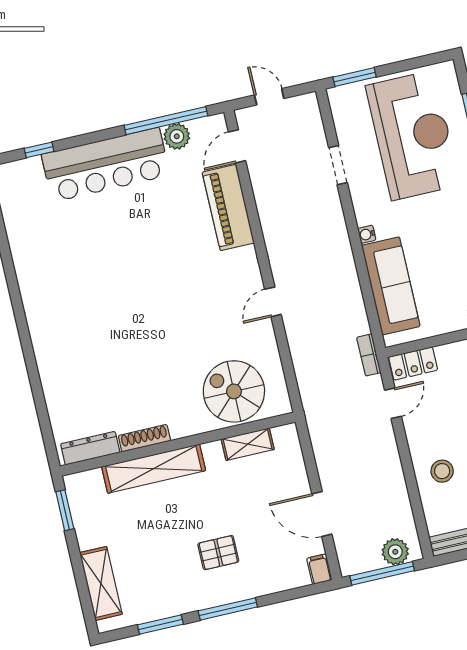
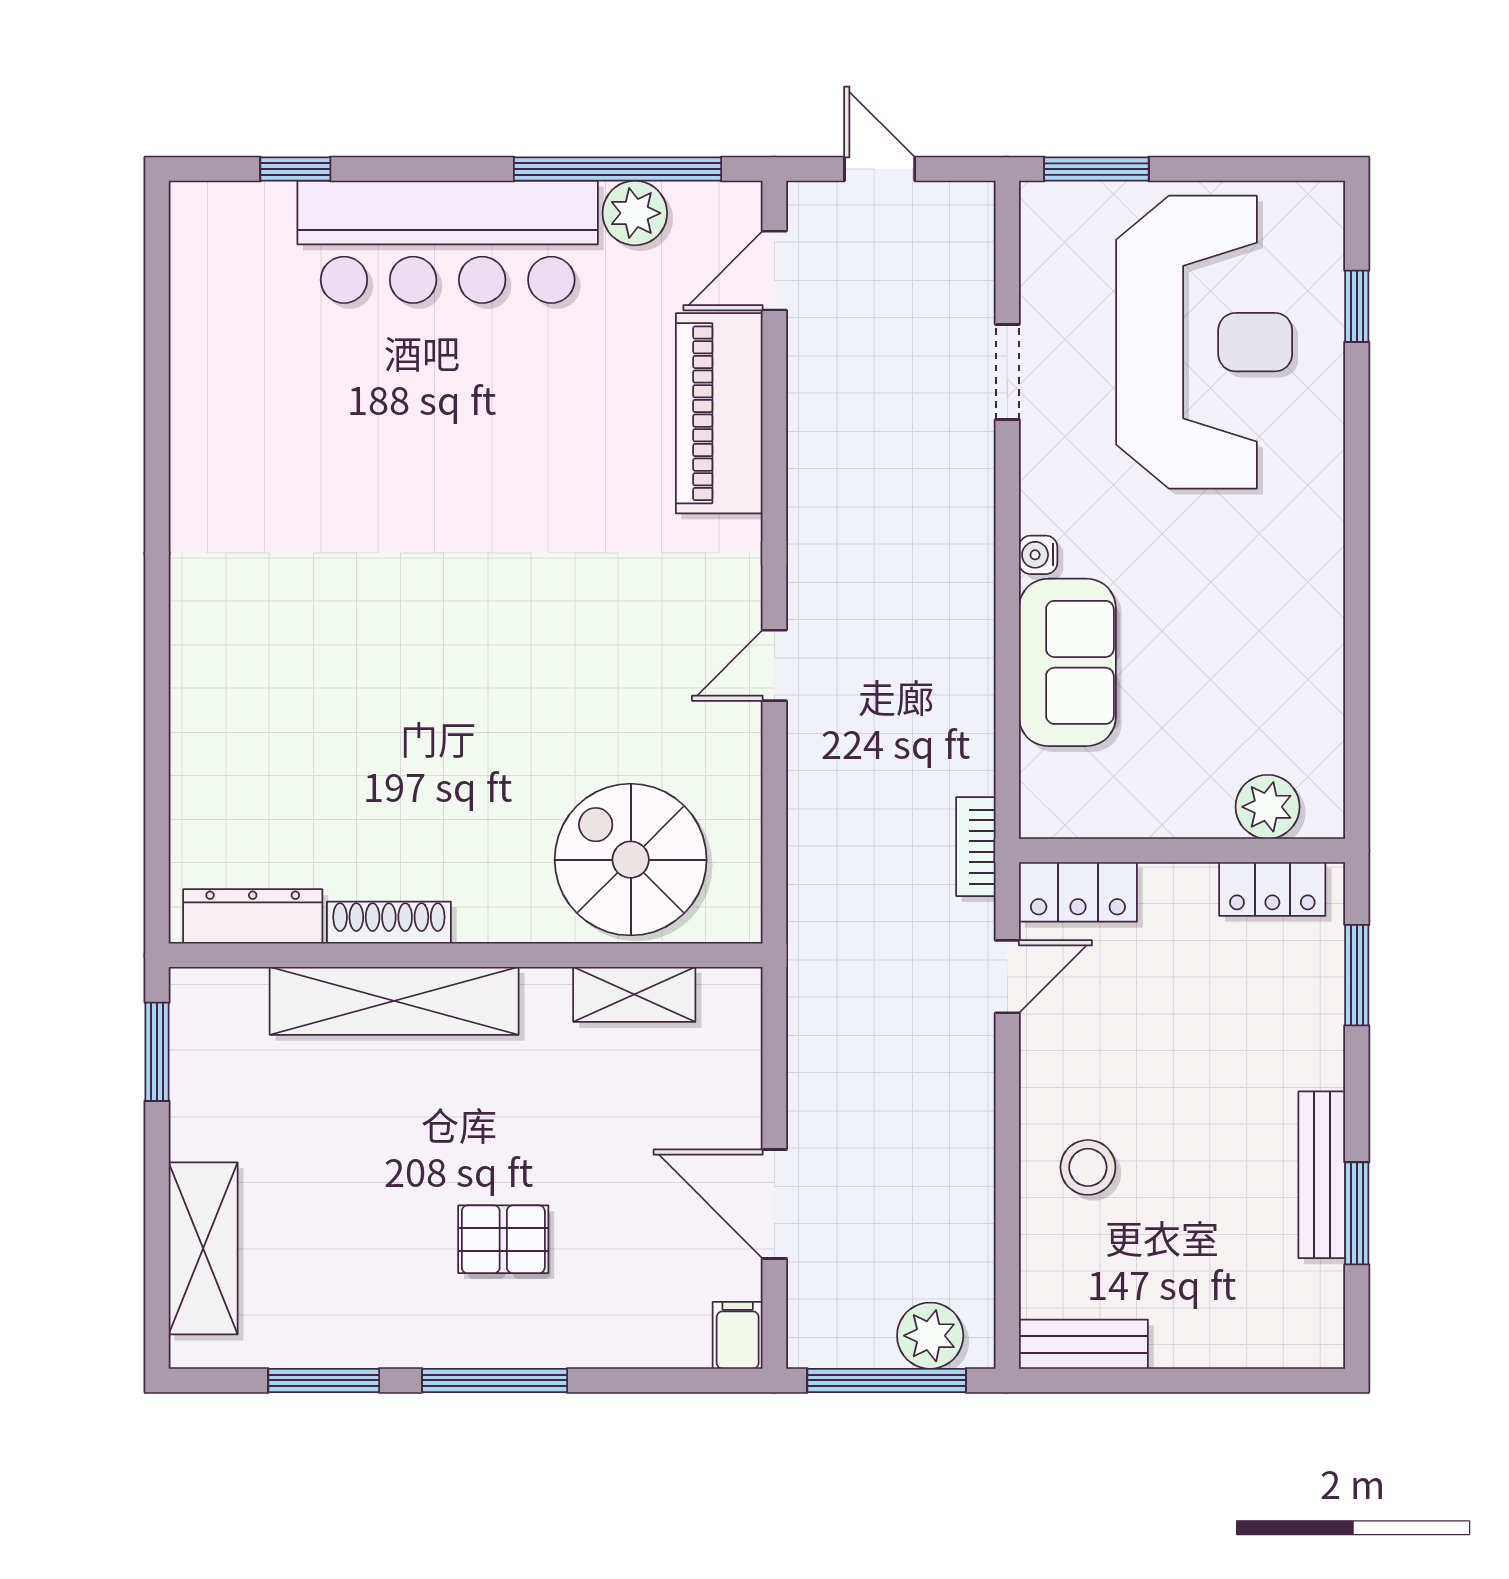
sofa: (391, 286) -> (1067, 662), width x0.73

